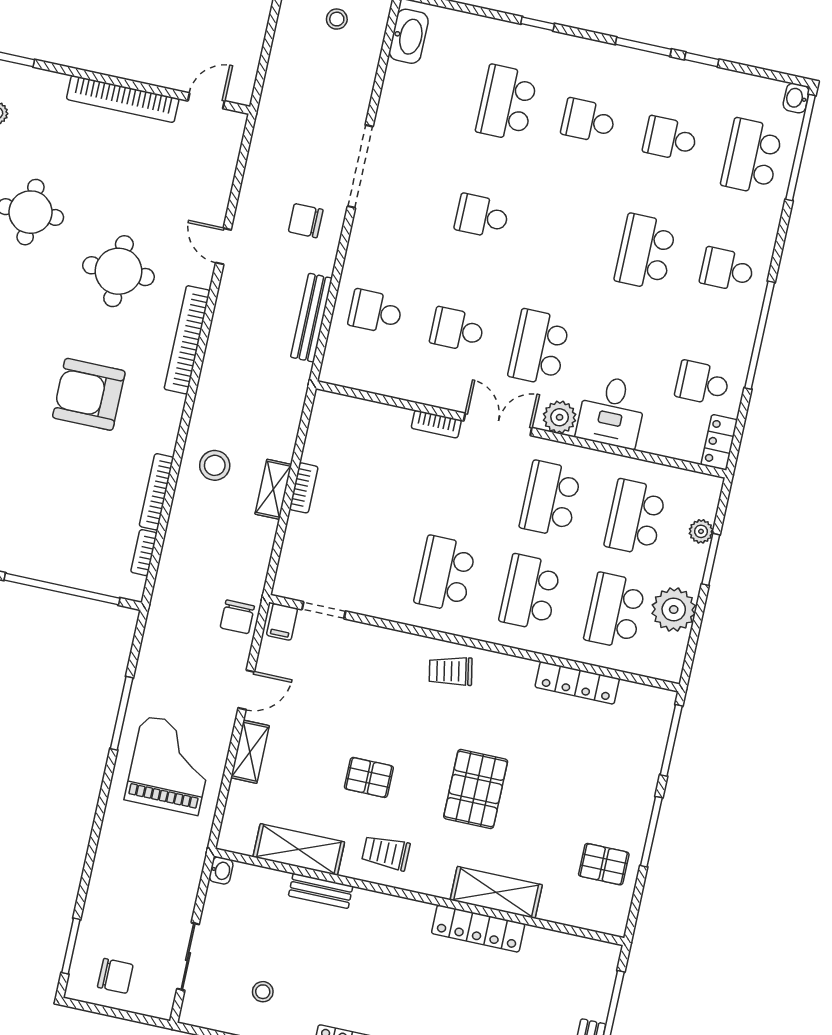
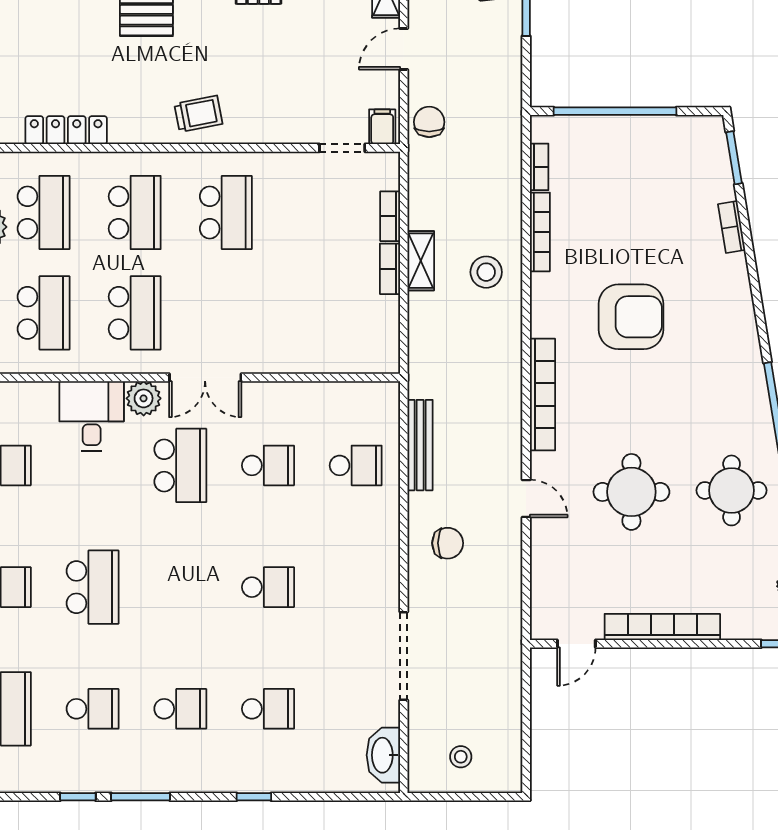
school desk: (507, 103) -> (268, 709), width x0.54
doorway: (360, 166) -> (404, 656), moved
round table: (119, 271) -> (631, 492), moved
bookcase: (436, 424) -> (390, 216), moved, turned -90

